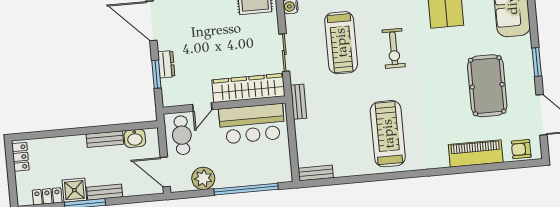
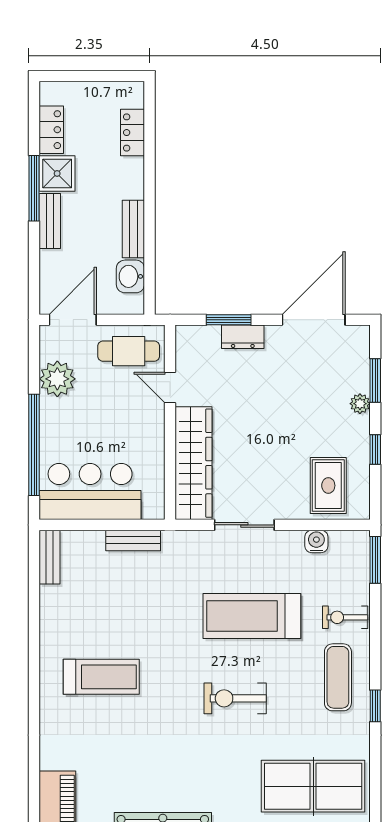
bench: (299, 102) -> (133, 540), moved
bar counter: (252, 124) -> (90, 492), moved, turned 90
treadmill: (388, 134) -> (101, 677), width x0.73, depth x0.73
locker: (20, 157) -> (133, 133), moved, turned 90

